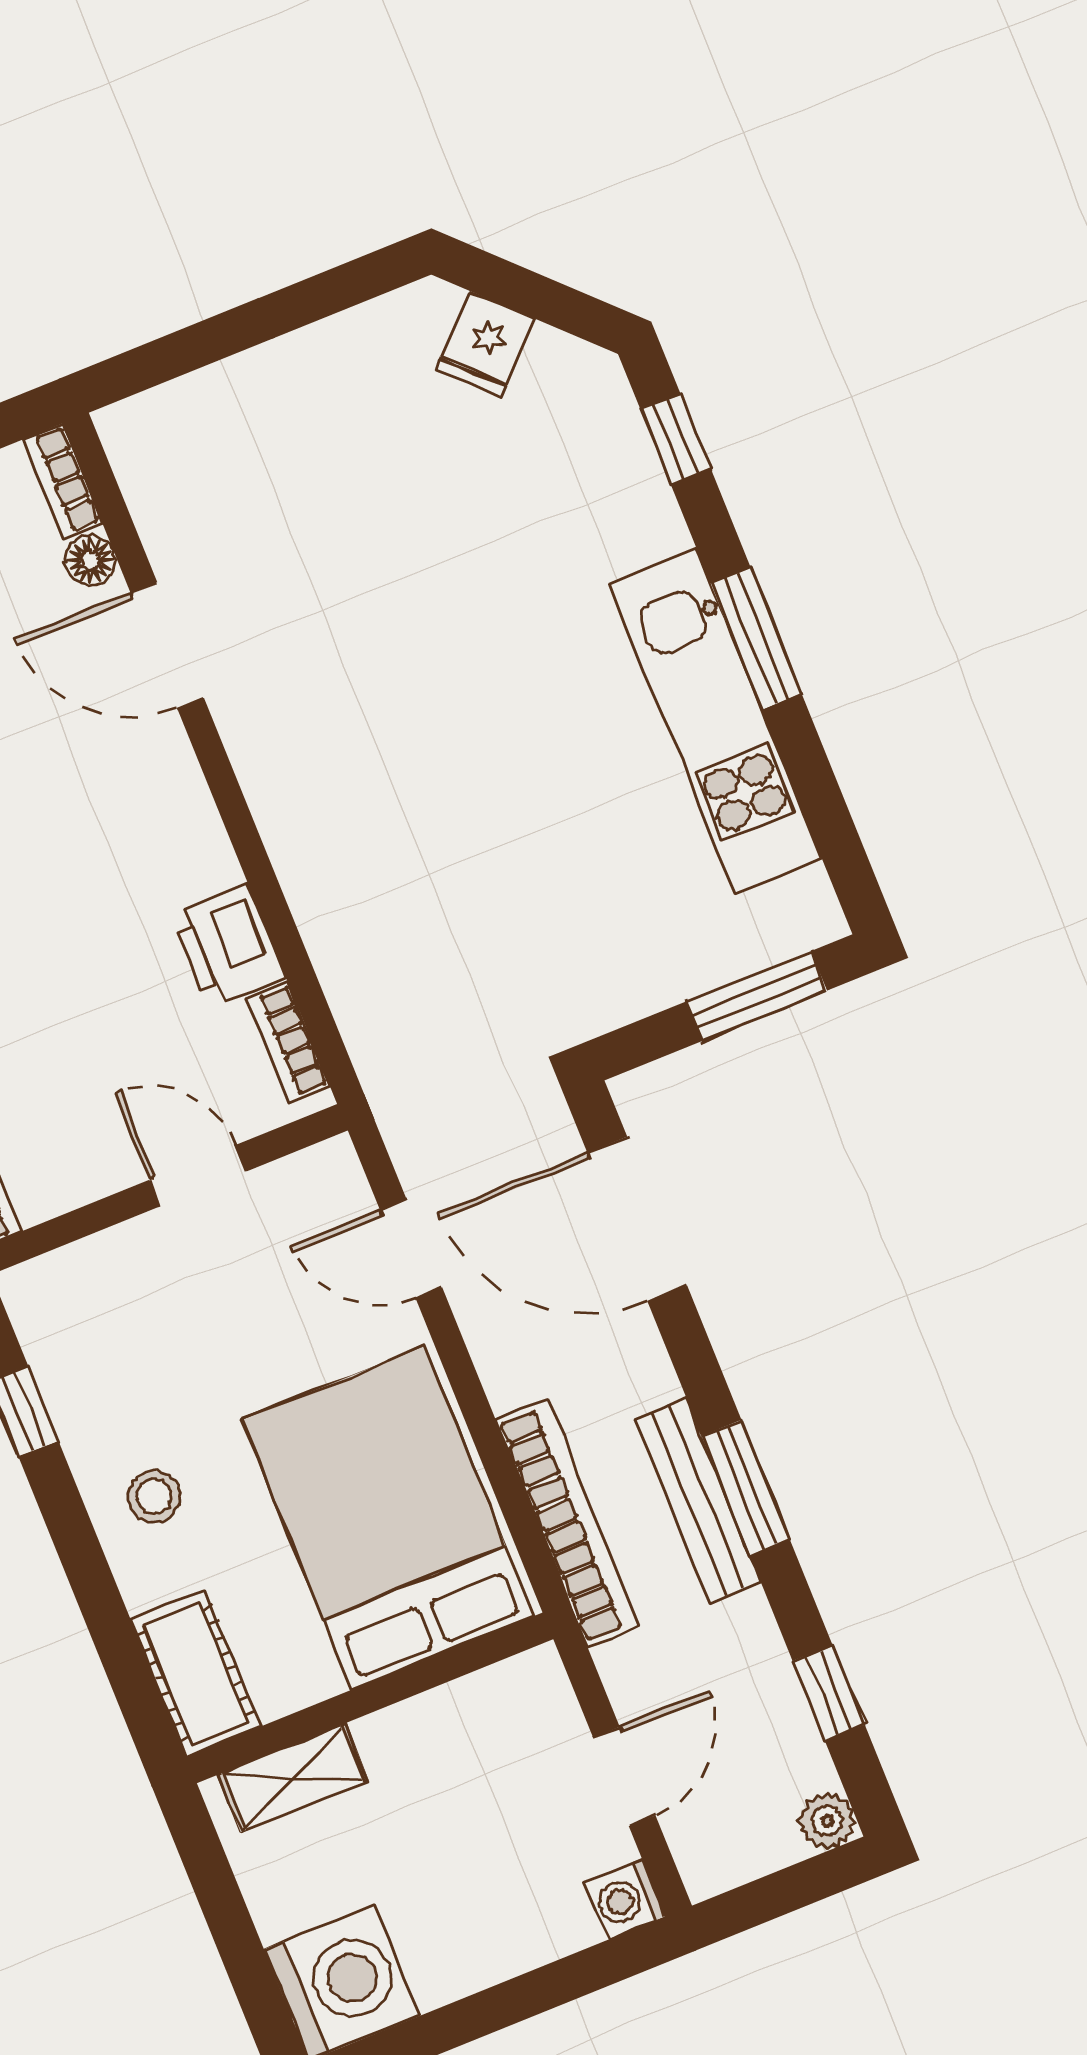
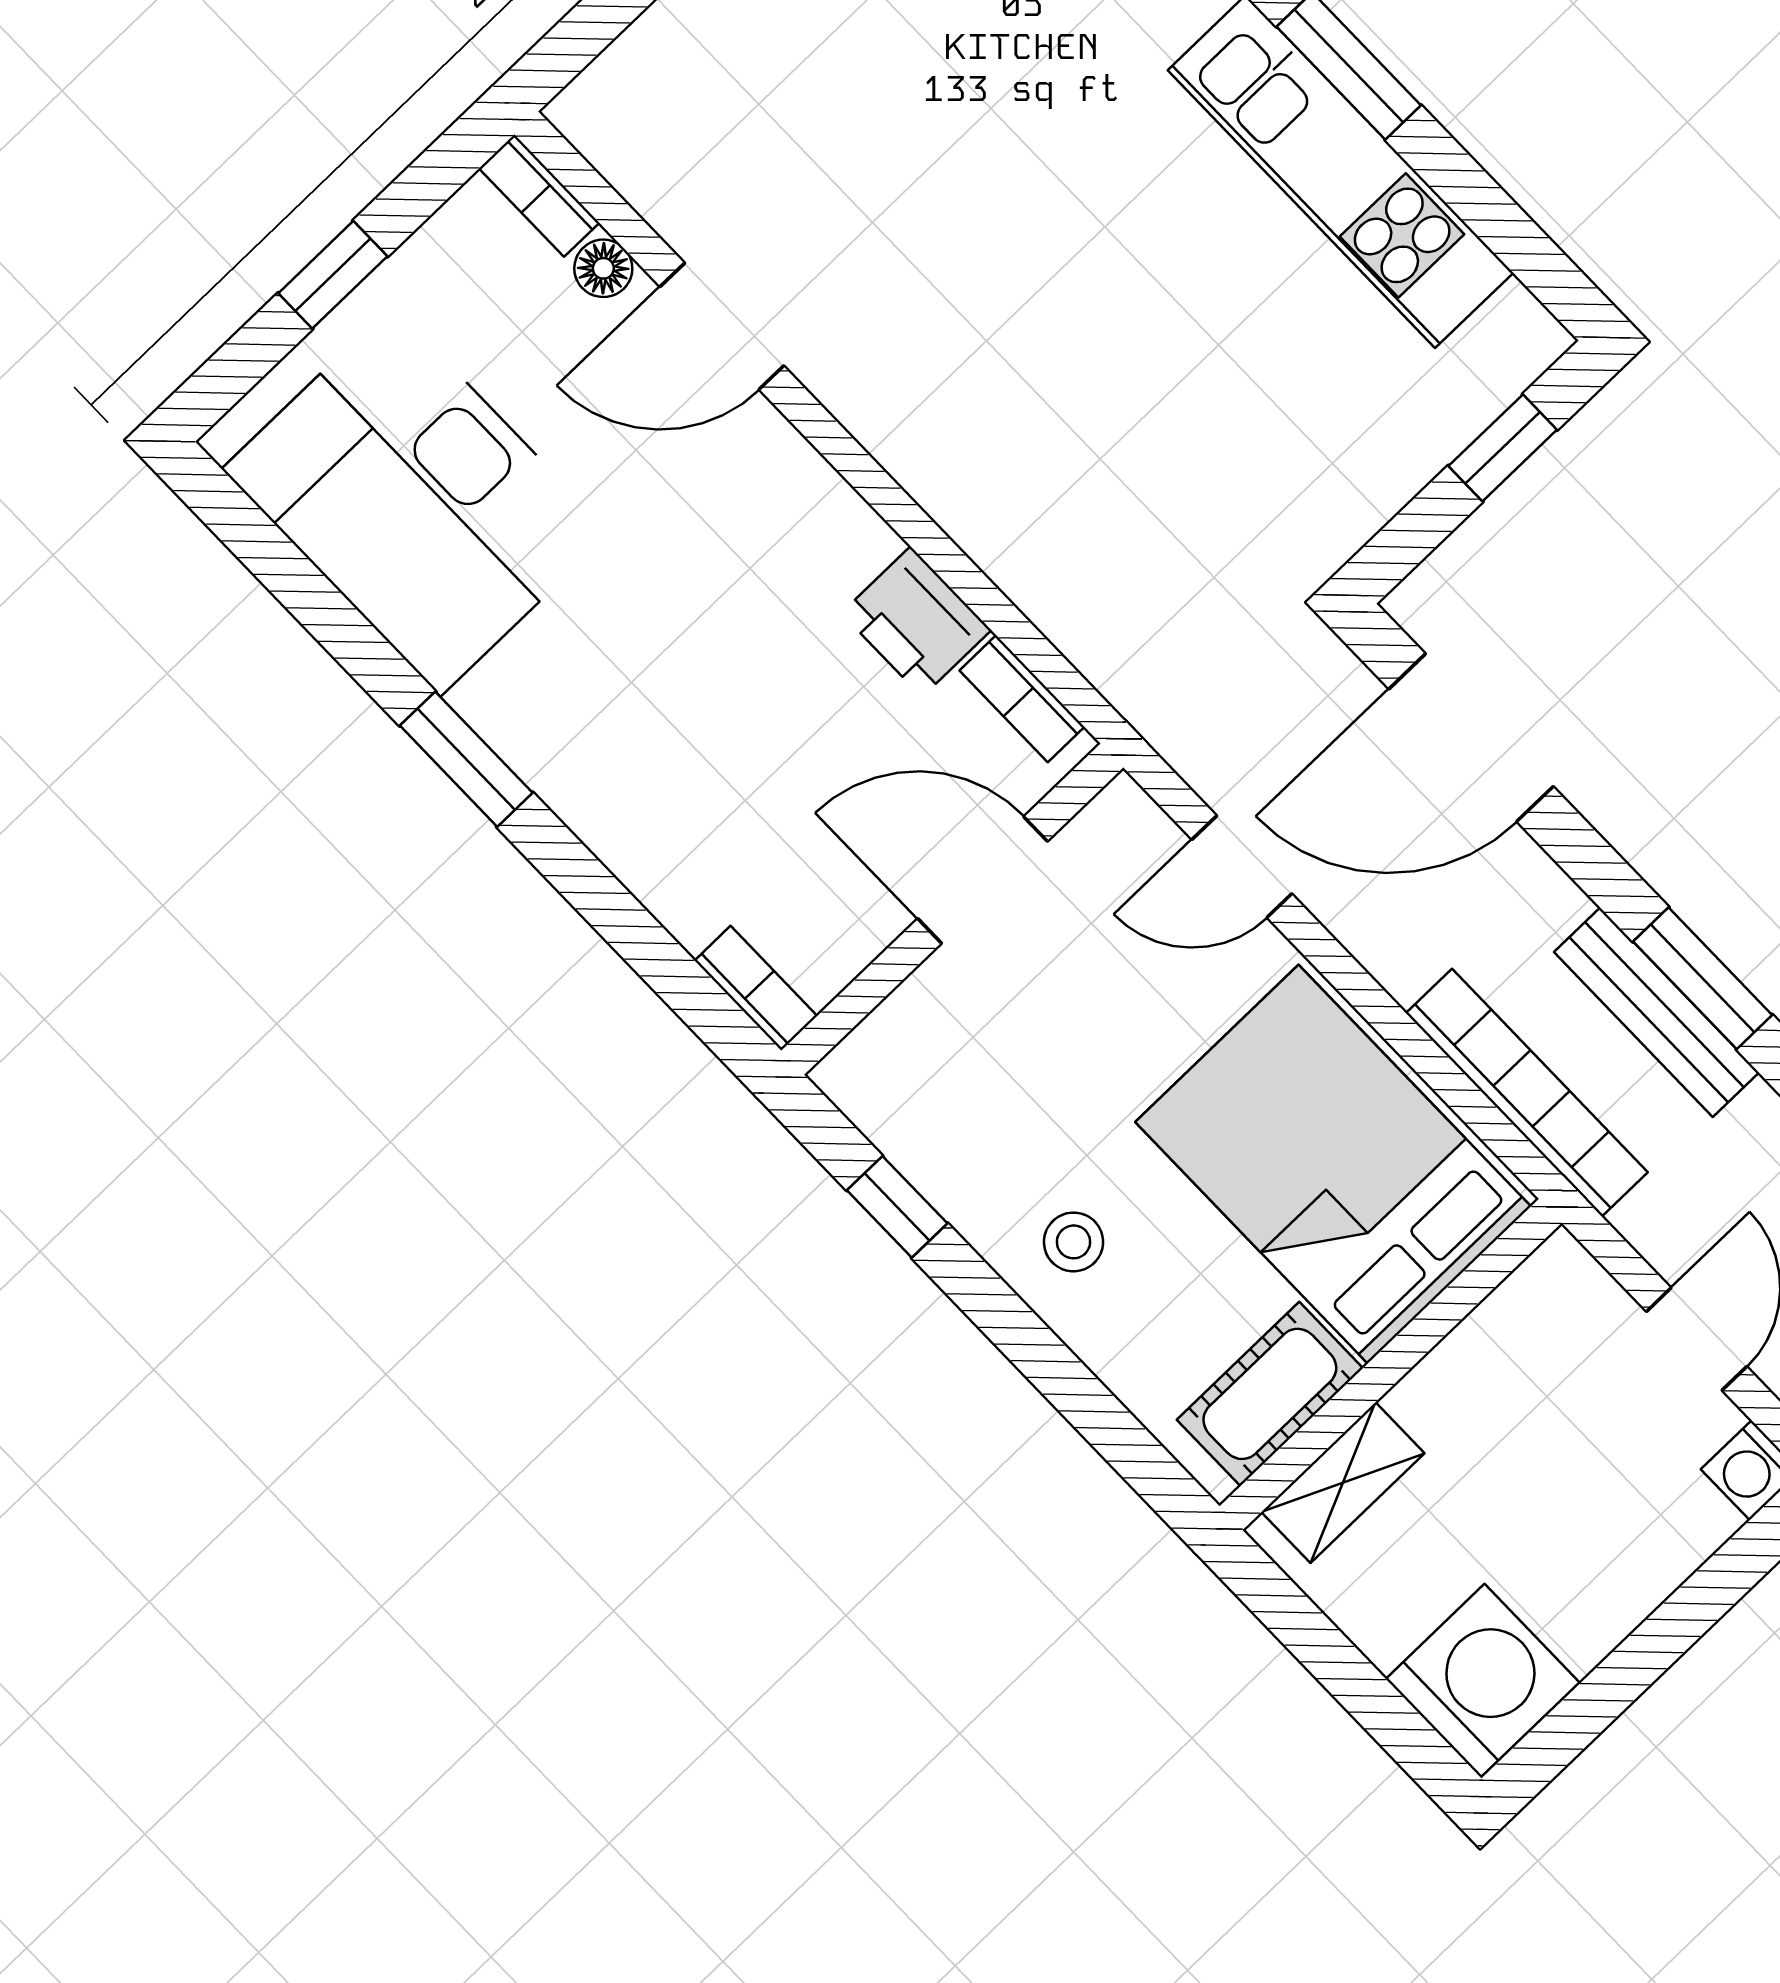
window: (757, 996) -> (1503, 448), width x0.67
door: (198, 1176) -> (983, 880), width x1.38
cot: (196, 1673) -> (1270, 1394), moved, turned 90

